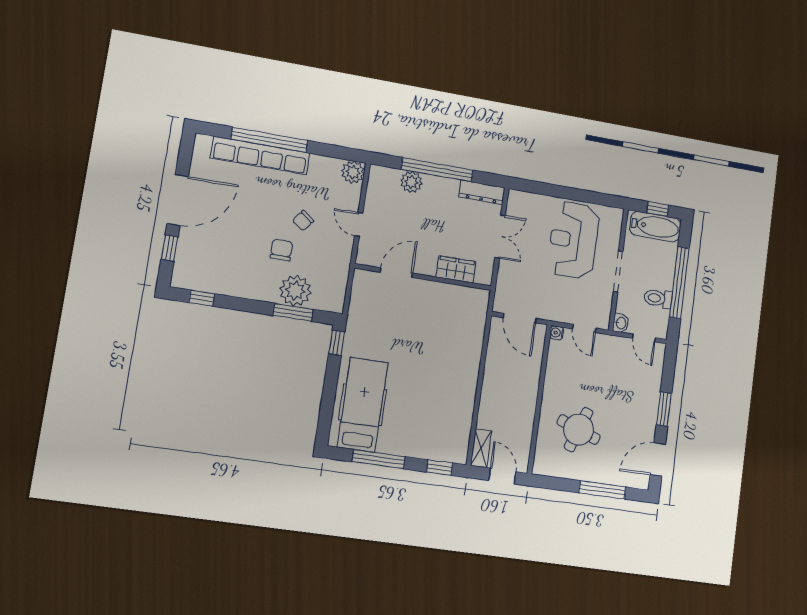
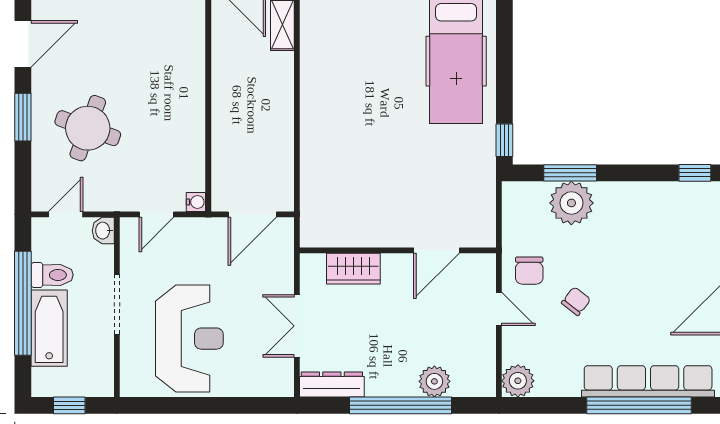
bathtub: (655, 227) -> (49, 328), moved, turned 90
chair: (281, 250) -> (529, 271), moved
door: (520, 318) -> (252, 214), swing flipped
door: (584, 328) -> (156, 214), swing flipped
door: (644, 338) -> (66, 214), hinge flipped
round table: (579, 430) -> (88, 128), moved

